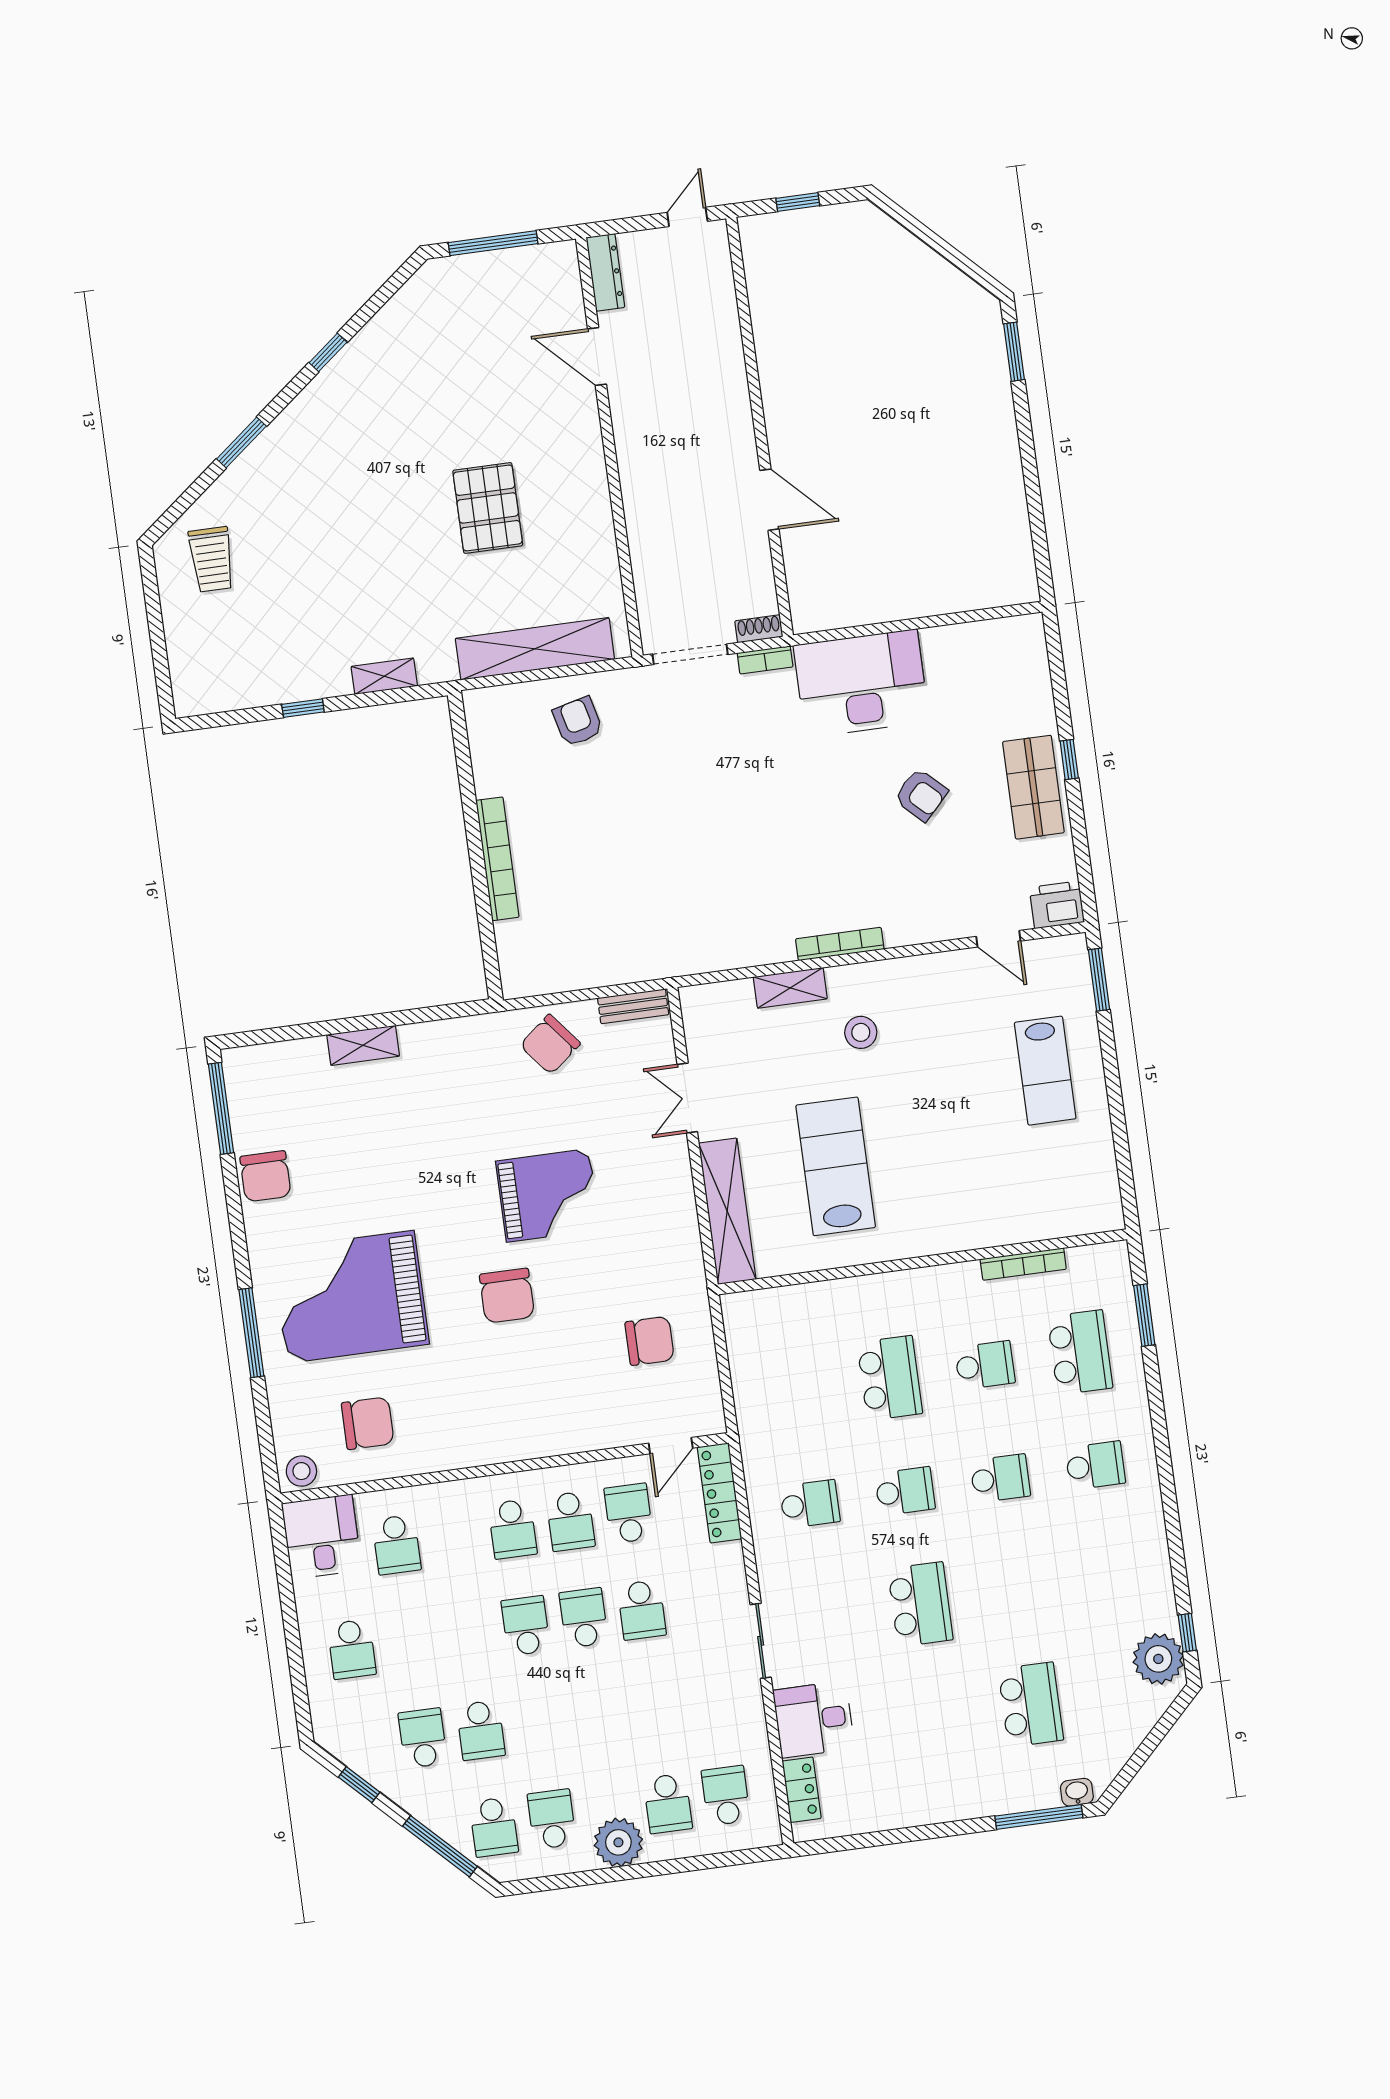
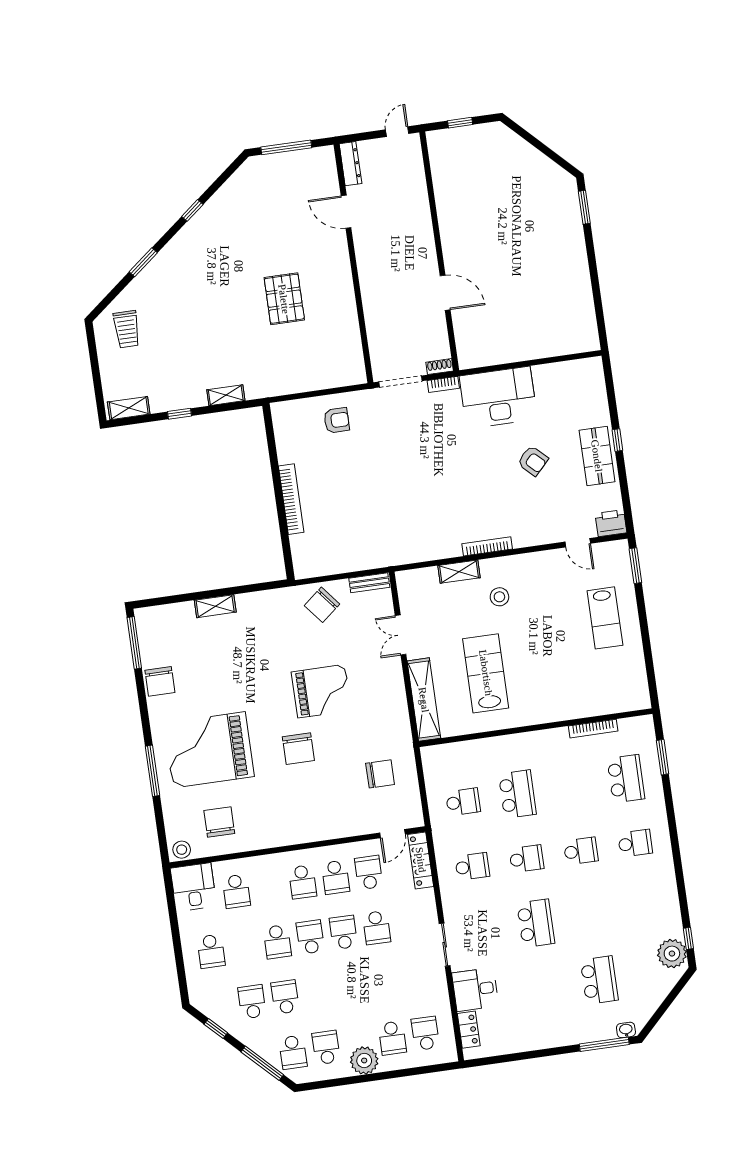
shelving: (535, 649) -> (129, 408), moved, width x0.45, depth x0.75
armchair: (578, 722) -> (337, 420), turned 104
school desk: (985, 1365) -> (463, 802), moved
chair: (368, 1423) -> (219, 822), turned -90
school desk: (468, 1634) -> (277, 942), added
school desk: (481, 1730) -> (285, 997), turned 180

